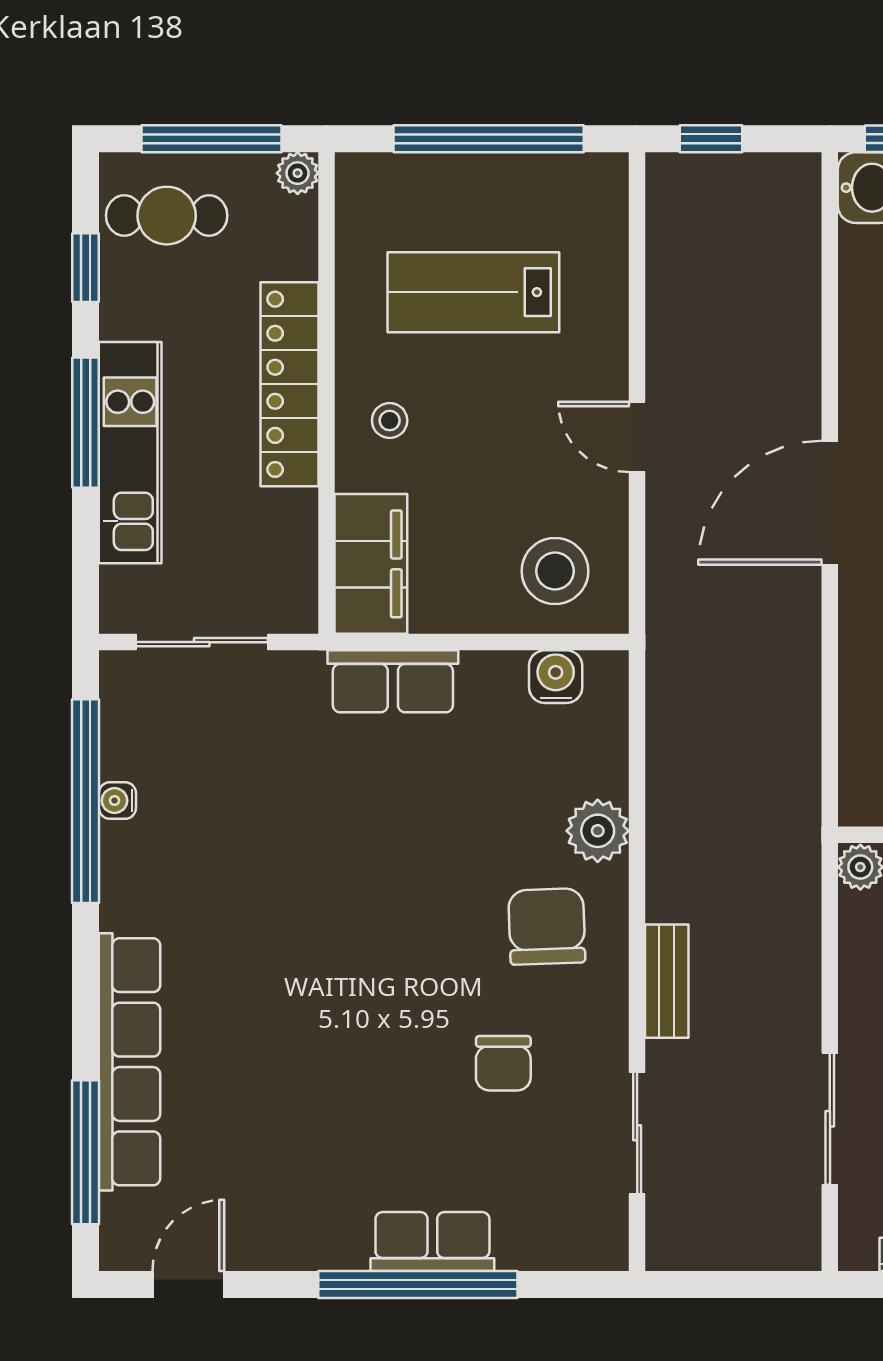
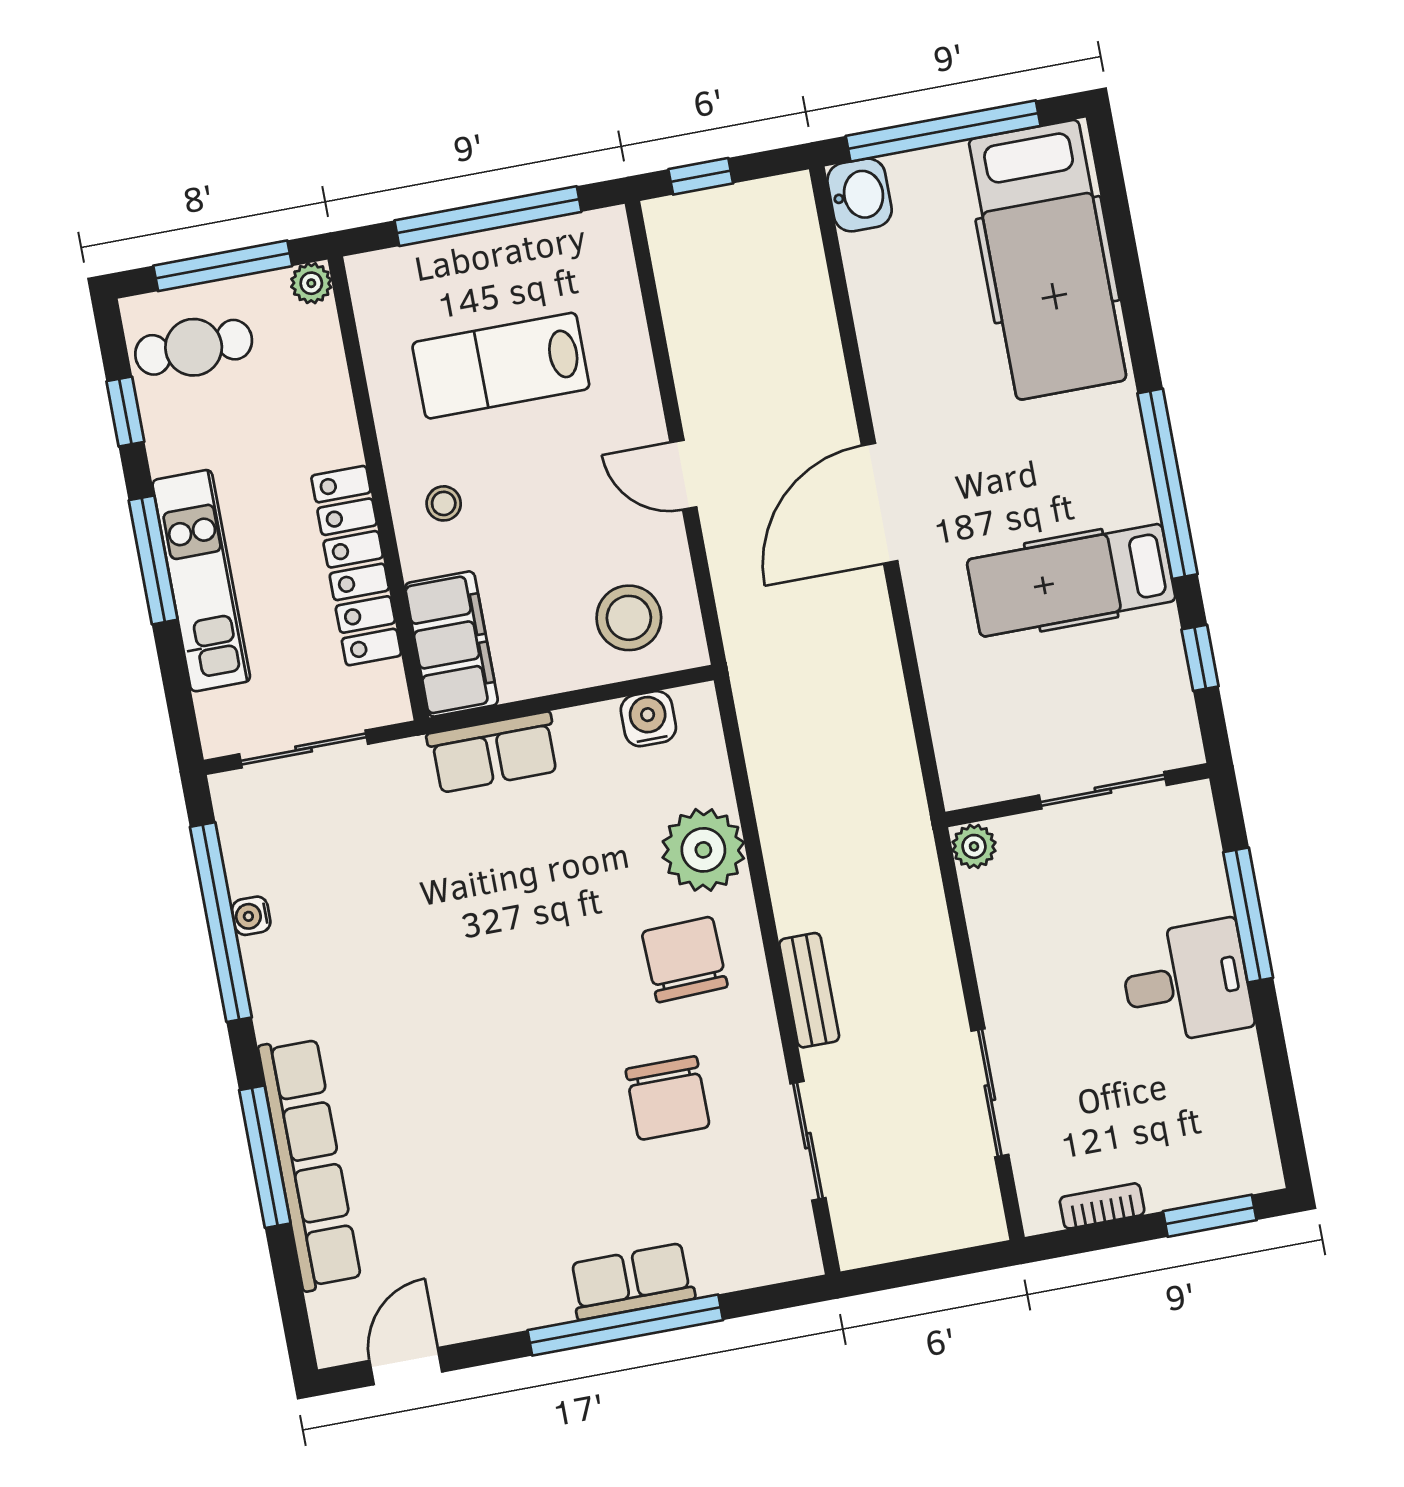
locker: (290, 384) -> (356, 566), moved
plant: (598, 831) -> (703, 850), width x1.36, depth x1.36
chair: (503, 1063) -> (668, 1098), width x1.37, depth x1.37
window: (86, 1152) -> (265, 1157), moved

